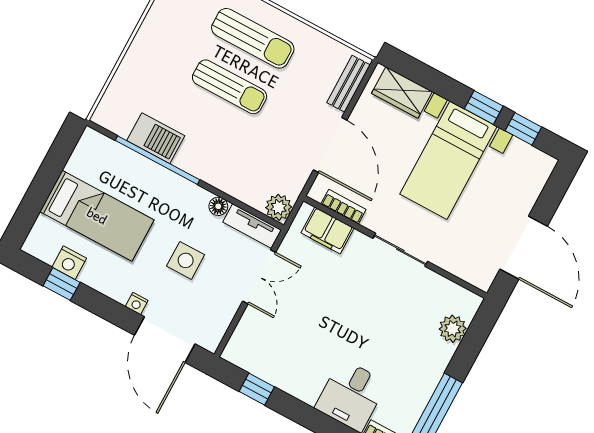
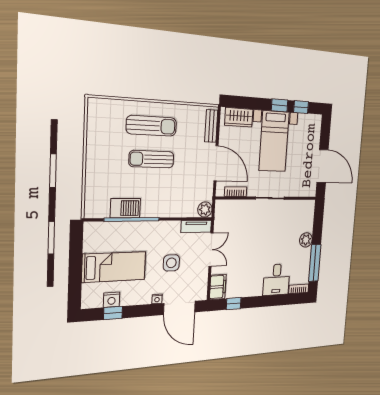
sun lounger: (230, 87) -> (151, 159), turned 180
floor lamp: (218, 206) -> (175, 226), removed
filing cabinet: (327, 230) -> (218, 287), moved, turned -90
plant: (453, 329) -> (306, 240), moved

